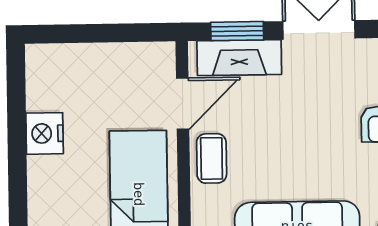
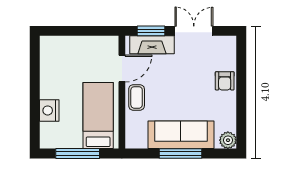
nightstand: (45, 133) -> (49, 110), moved

